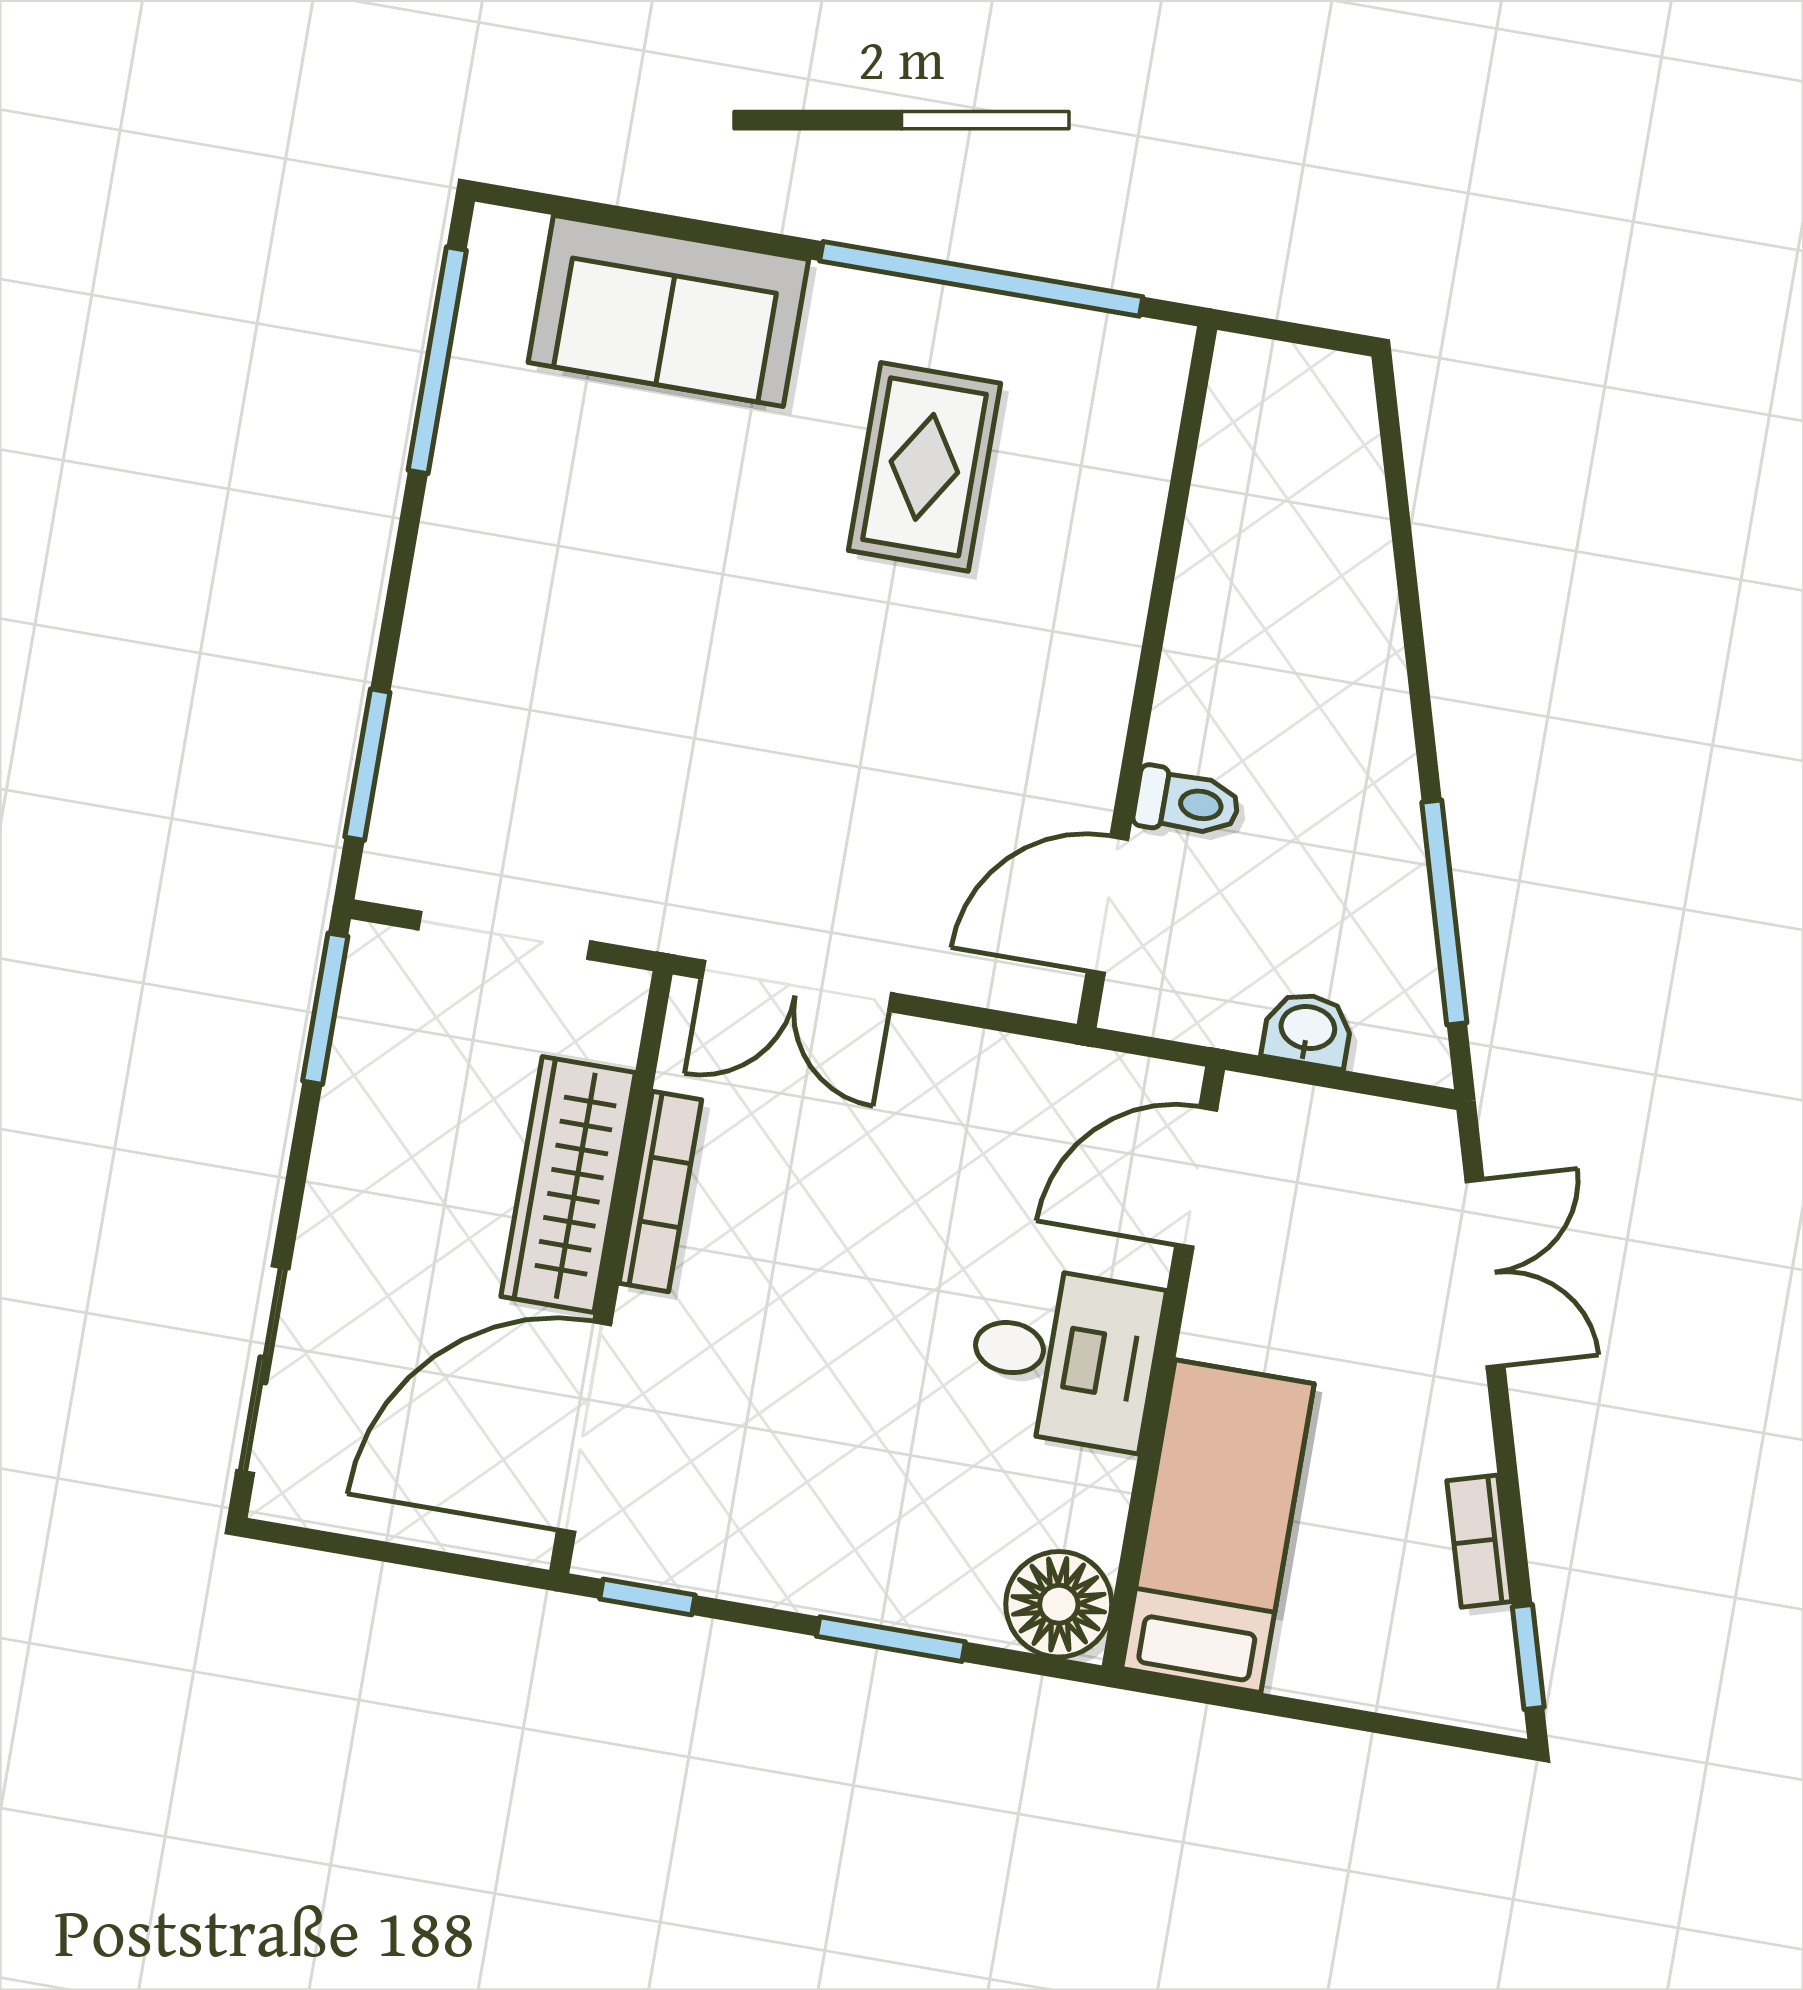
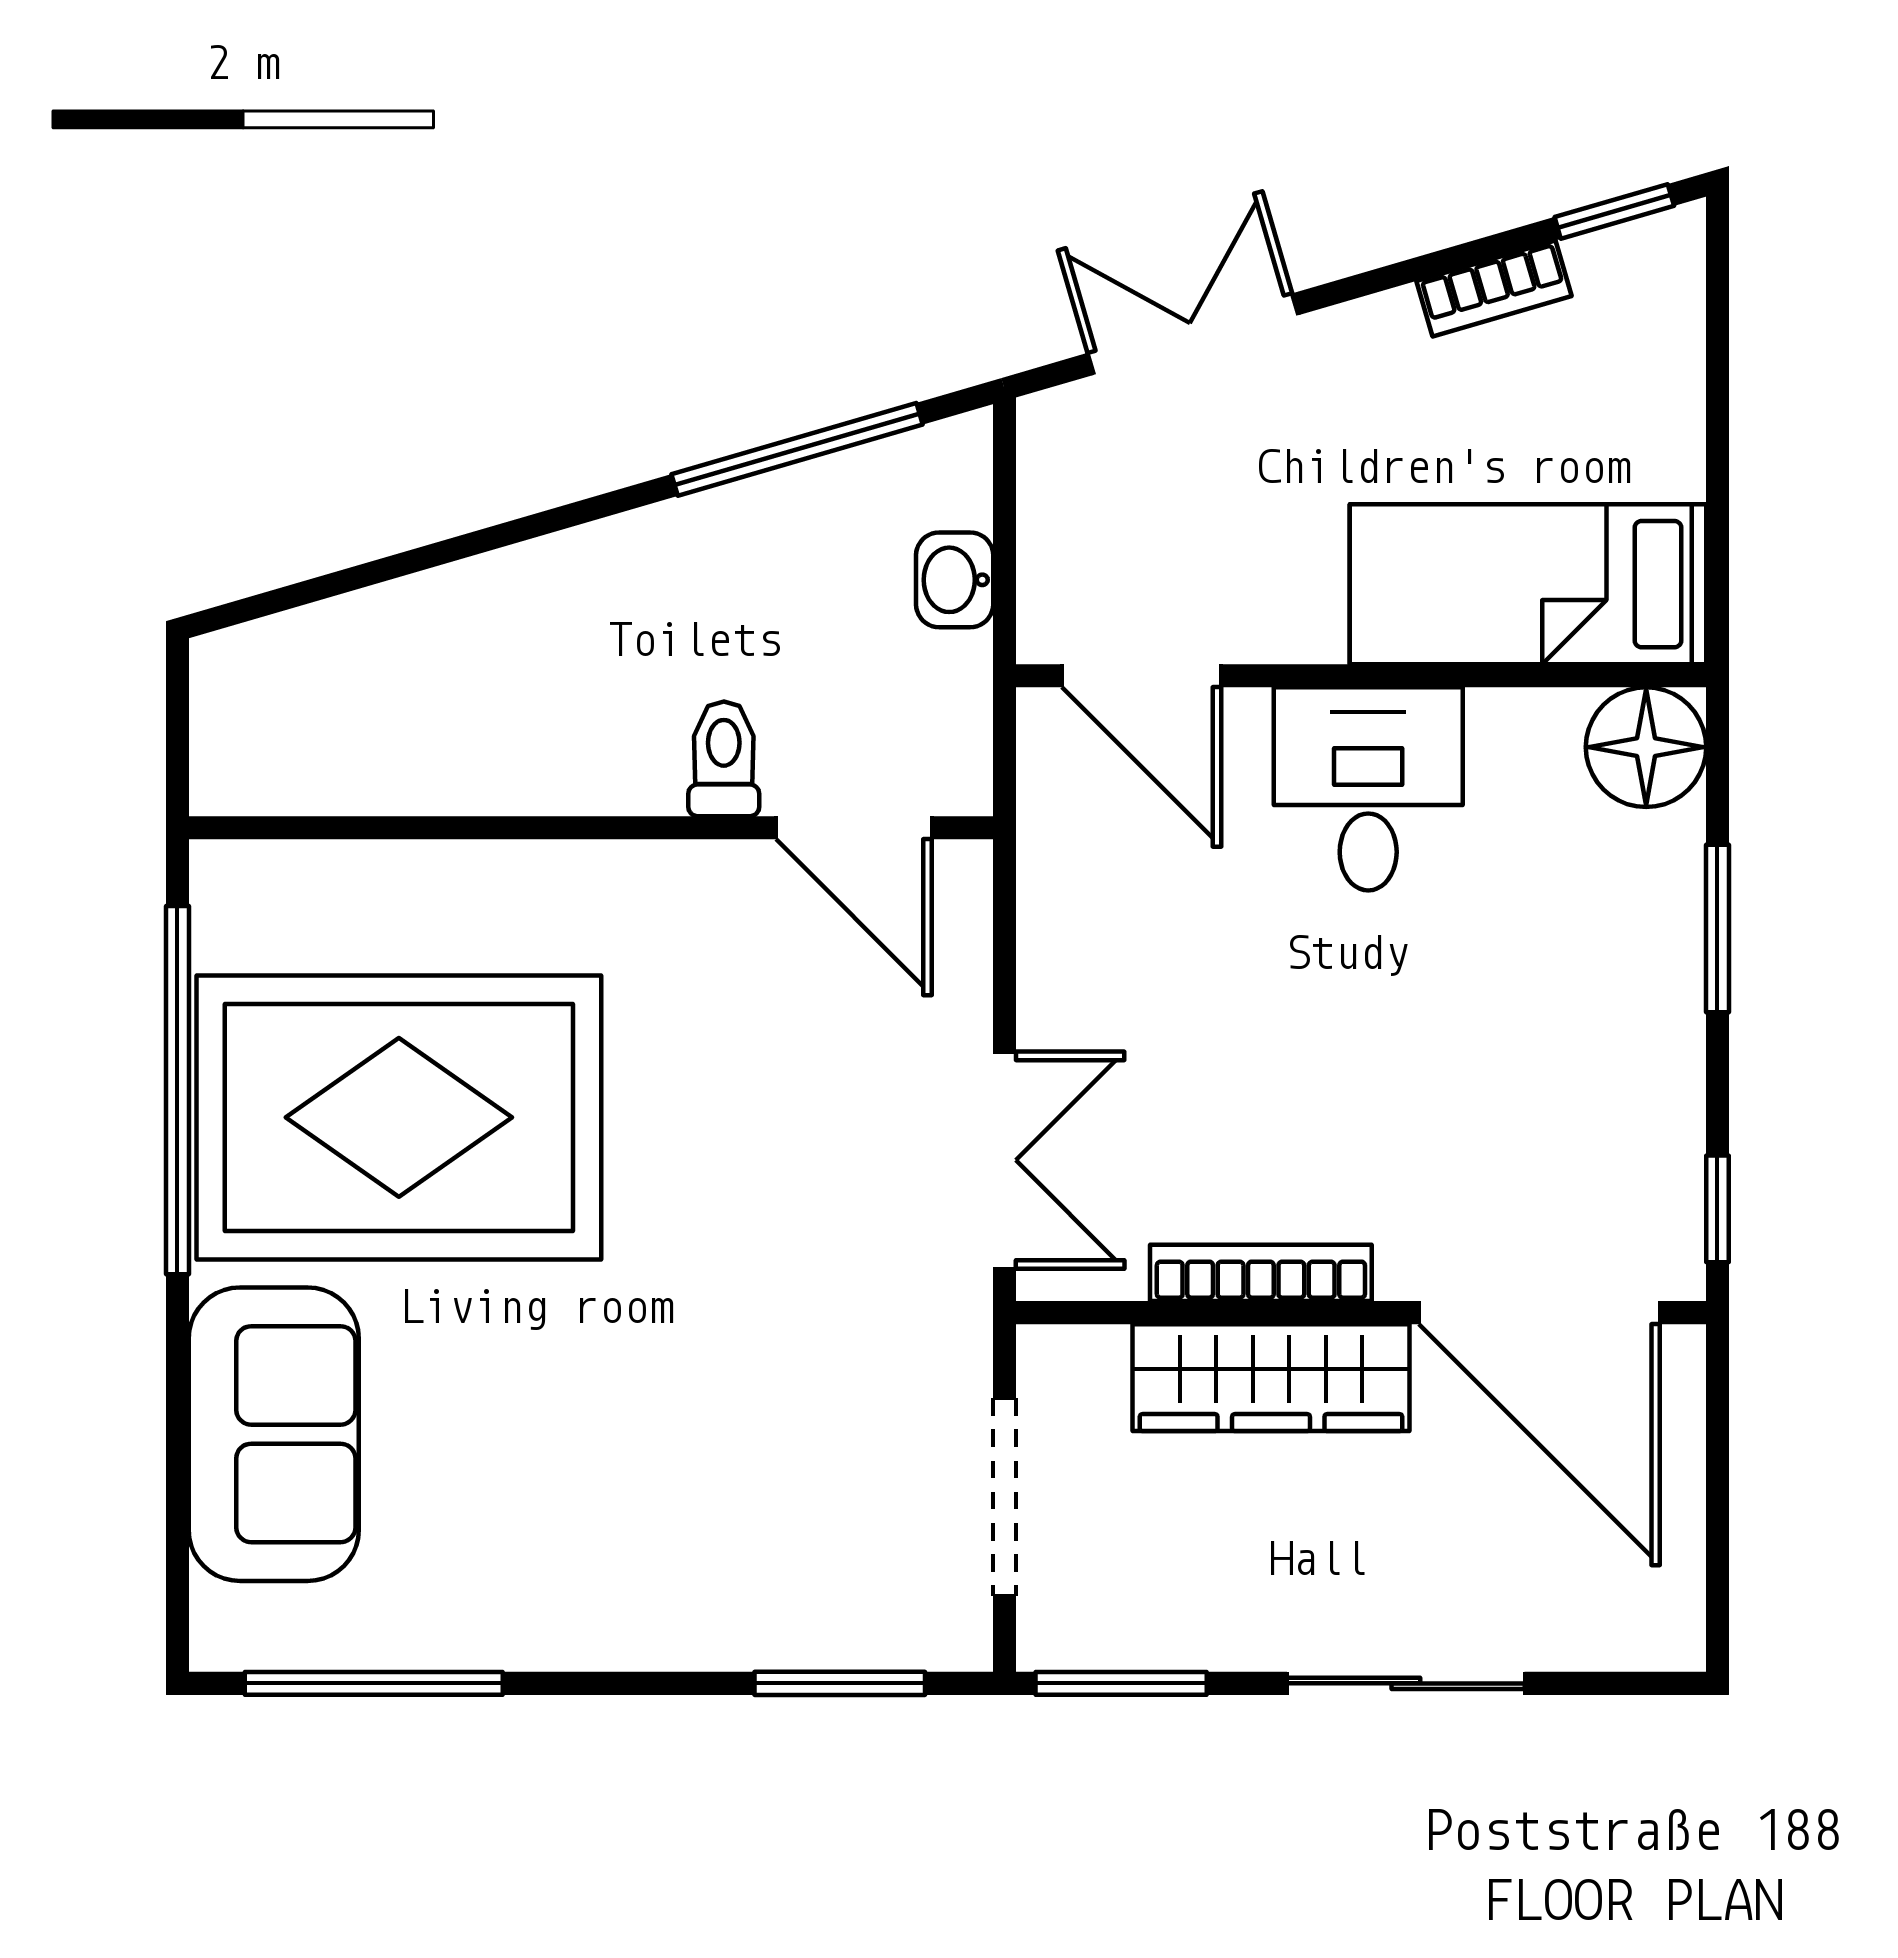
rug: (924, 467) -> (399, 1117), width x1.86, depth x2.06
sliding door: (263, 1370) -> (1406, 1683), moved

